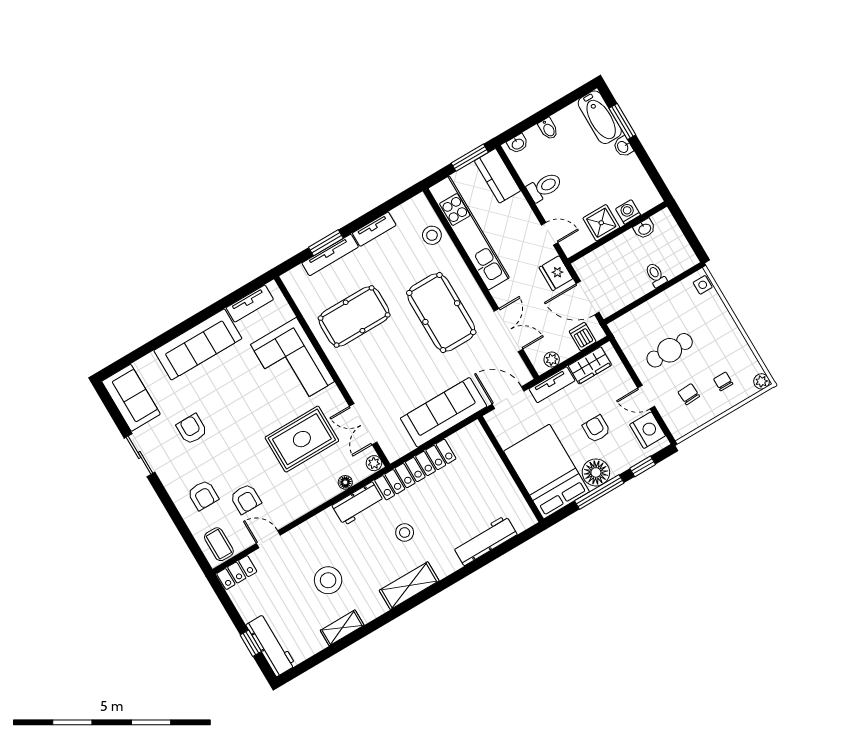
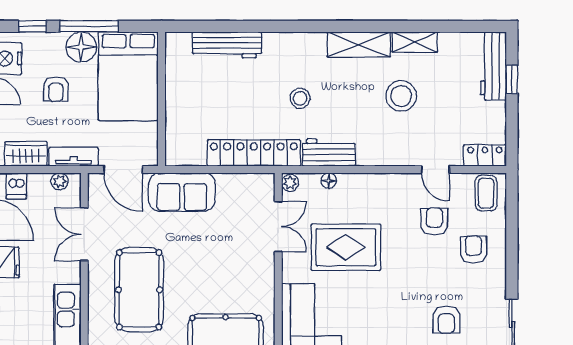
sofa: (444, 412) -> (182, 192), width x0.73
shelving: (409, 586) -> (359, 44), moved

